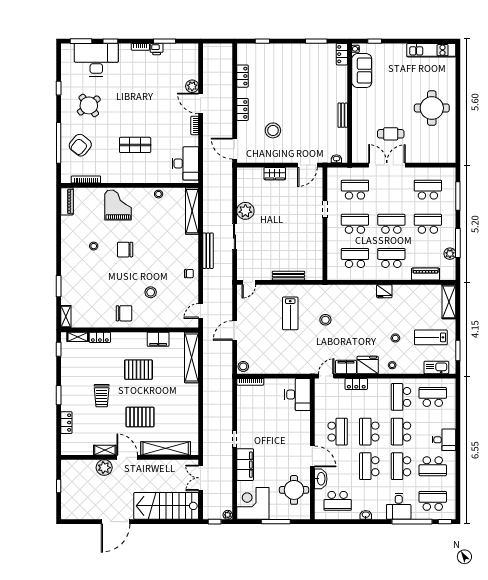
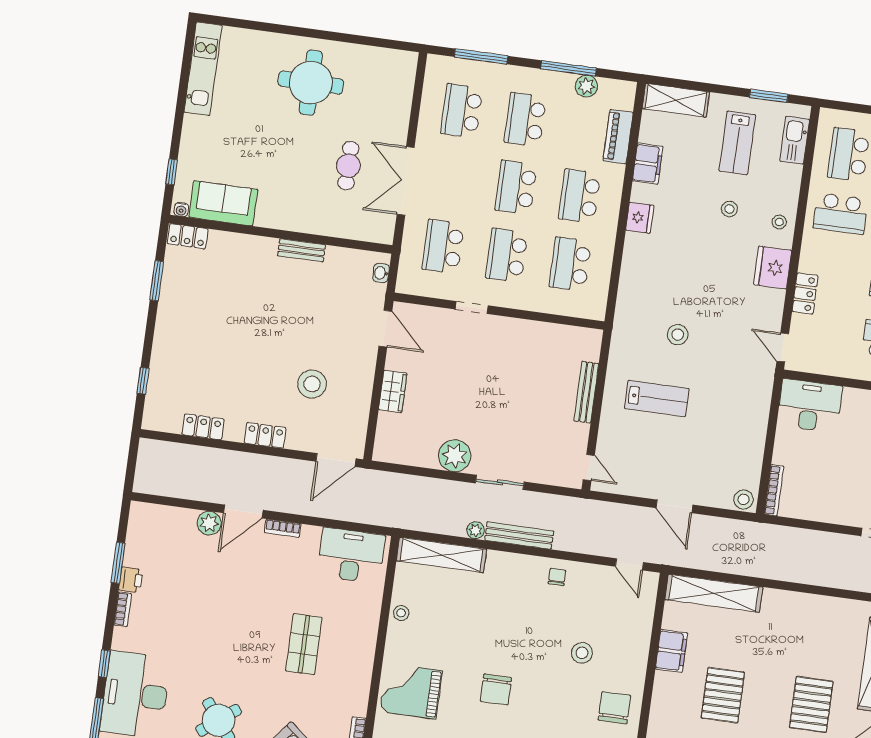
plant: (208, 227) -> (476, 530), added
filing cabinet: (346, 367) -> (648, 164), moved, turned 180

